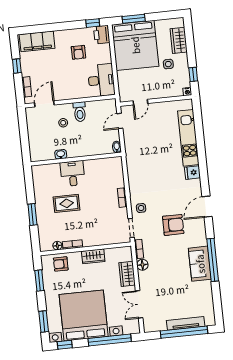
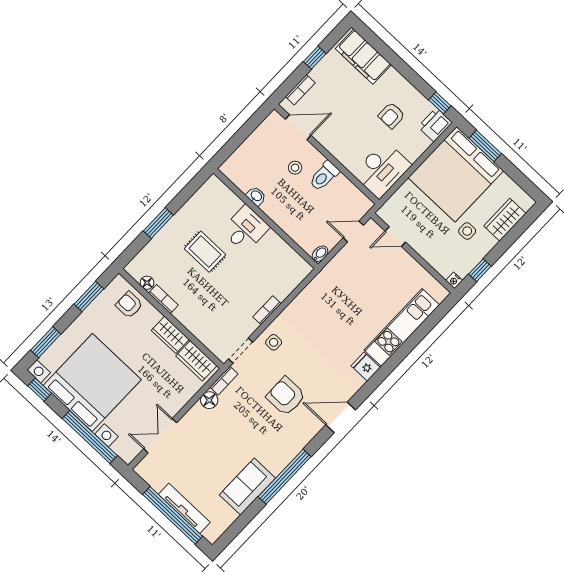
armchair: (173, 225) -> (286, 396), turned 180
sofa: (200, 264) -> (247, 487), moved
wardrobe: (127, 274) -> (196, 361), moved, turned -90

